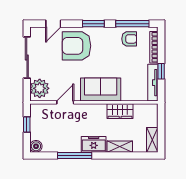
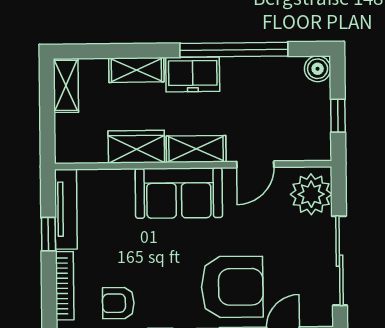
shelving: (92, 110) -> (196, 149), added
window: (75, 155) -> (234, 50), width x1.46

